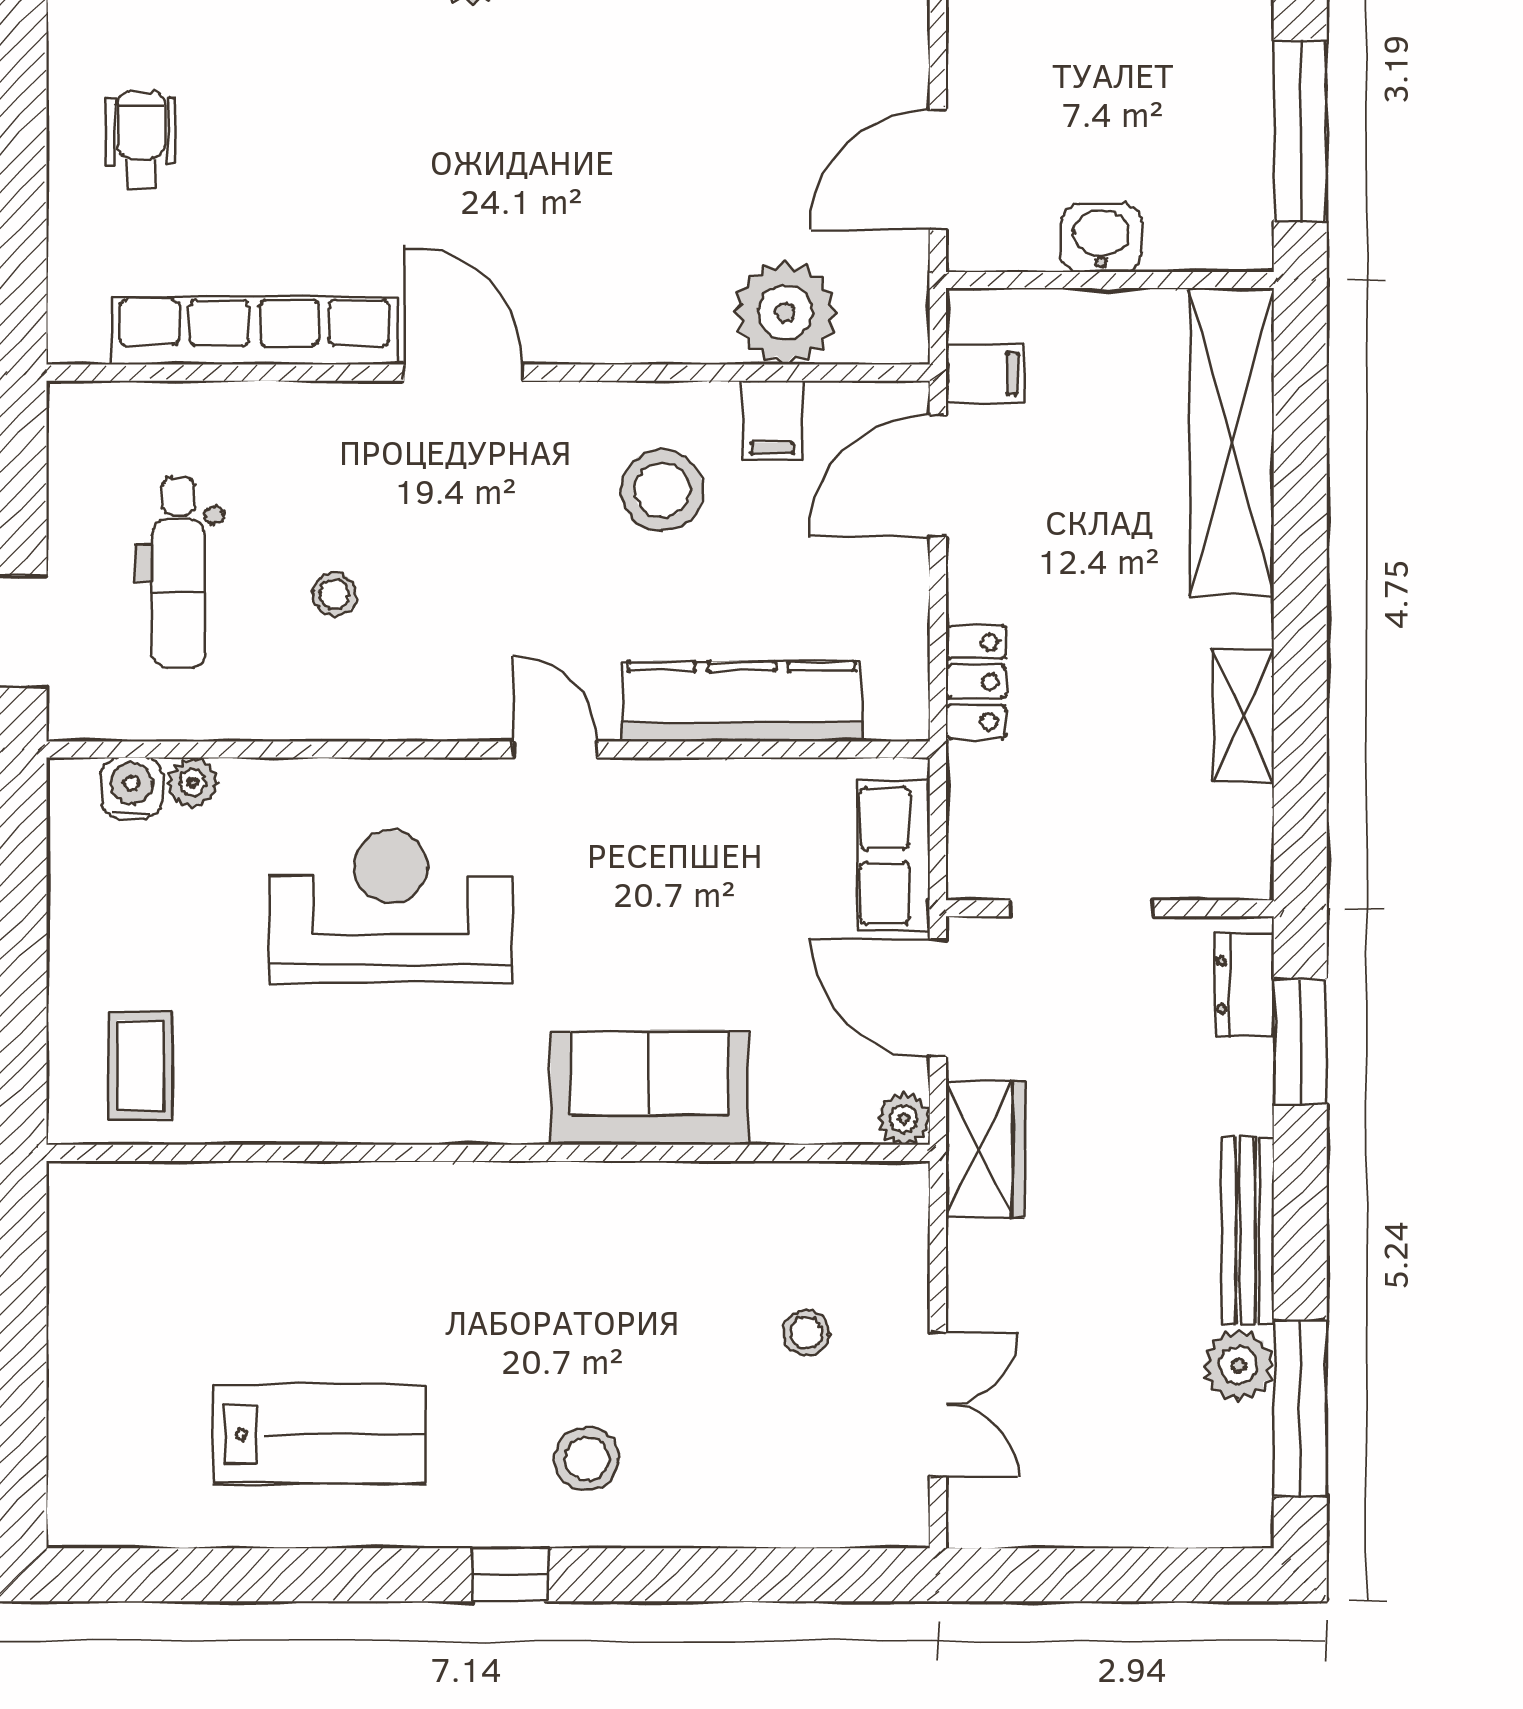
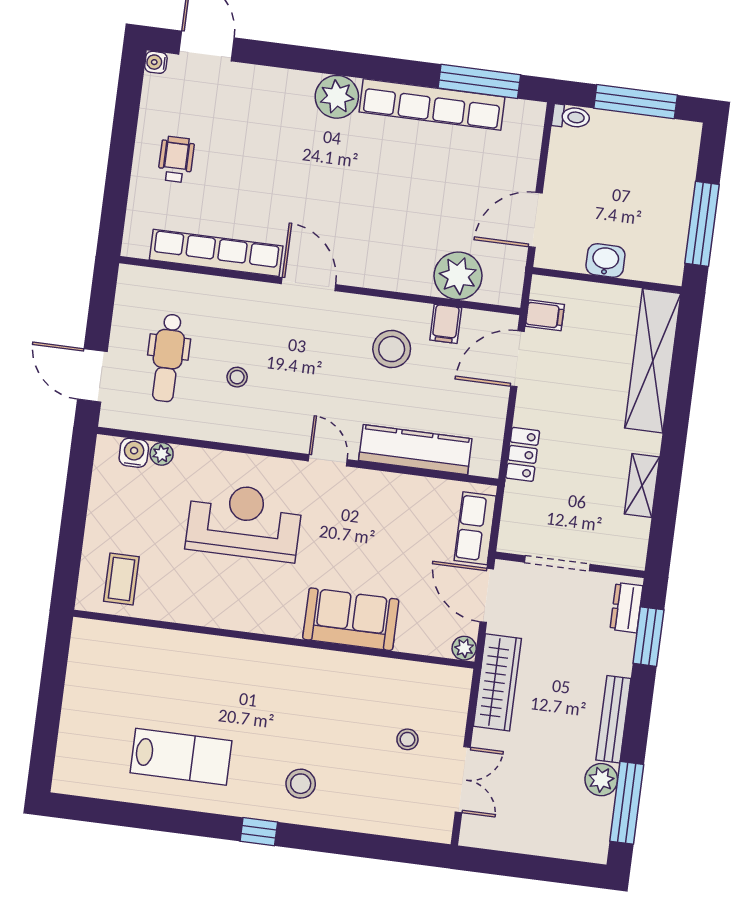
wardrobe: (985, 1149) -> (497, 682), width x1.50

